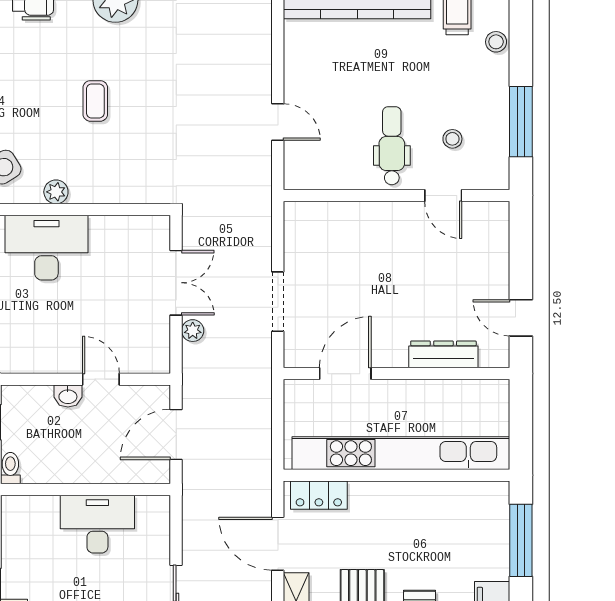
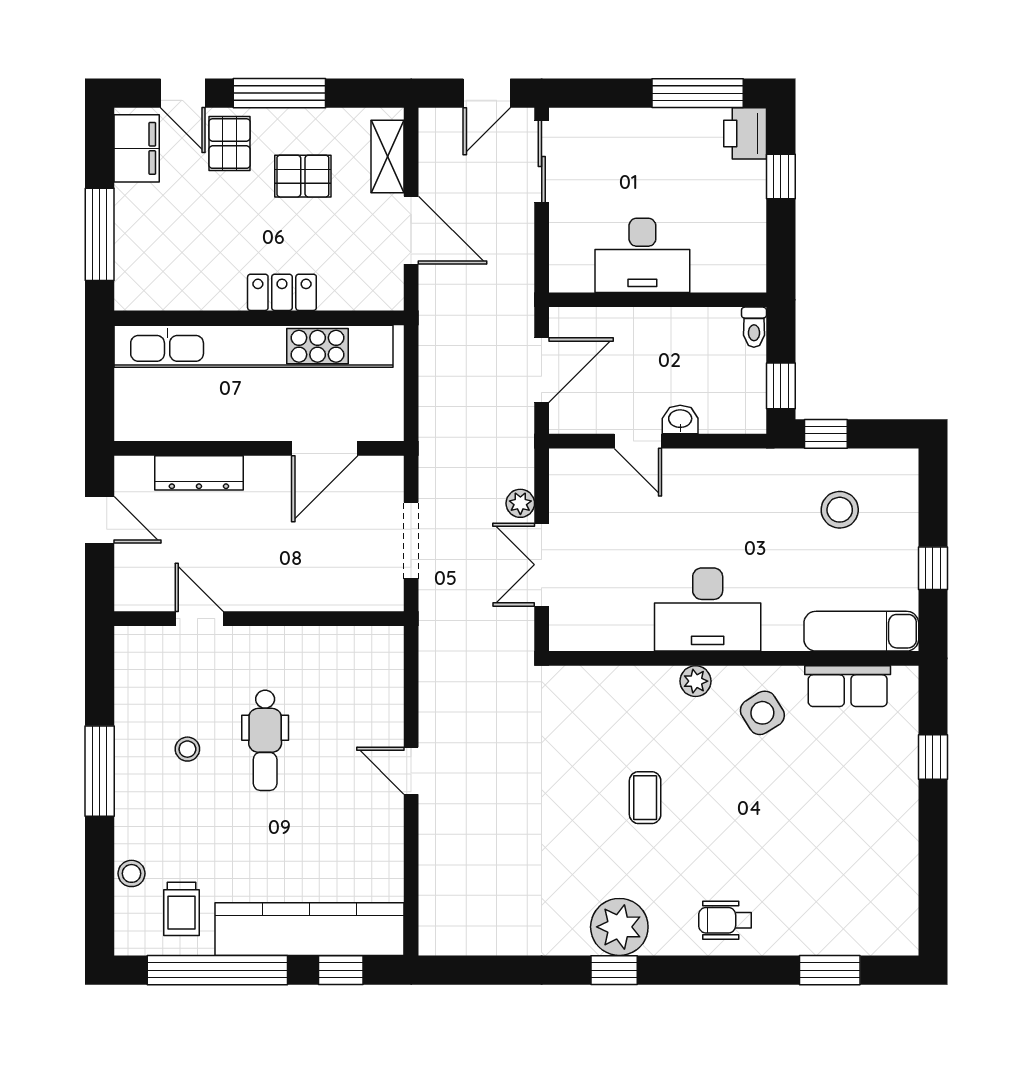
wall: (397, 195) -> (259, 619), moved
door: (443, 195) -> (199, 619), moved
locker: (319, 495) -> (282, 292), moved

